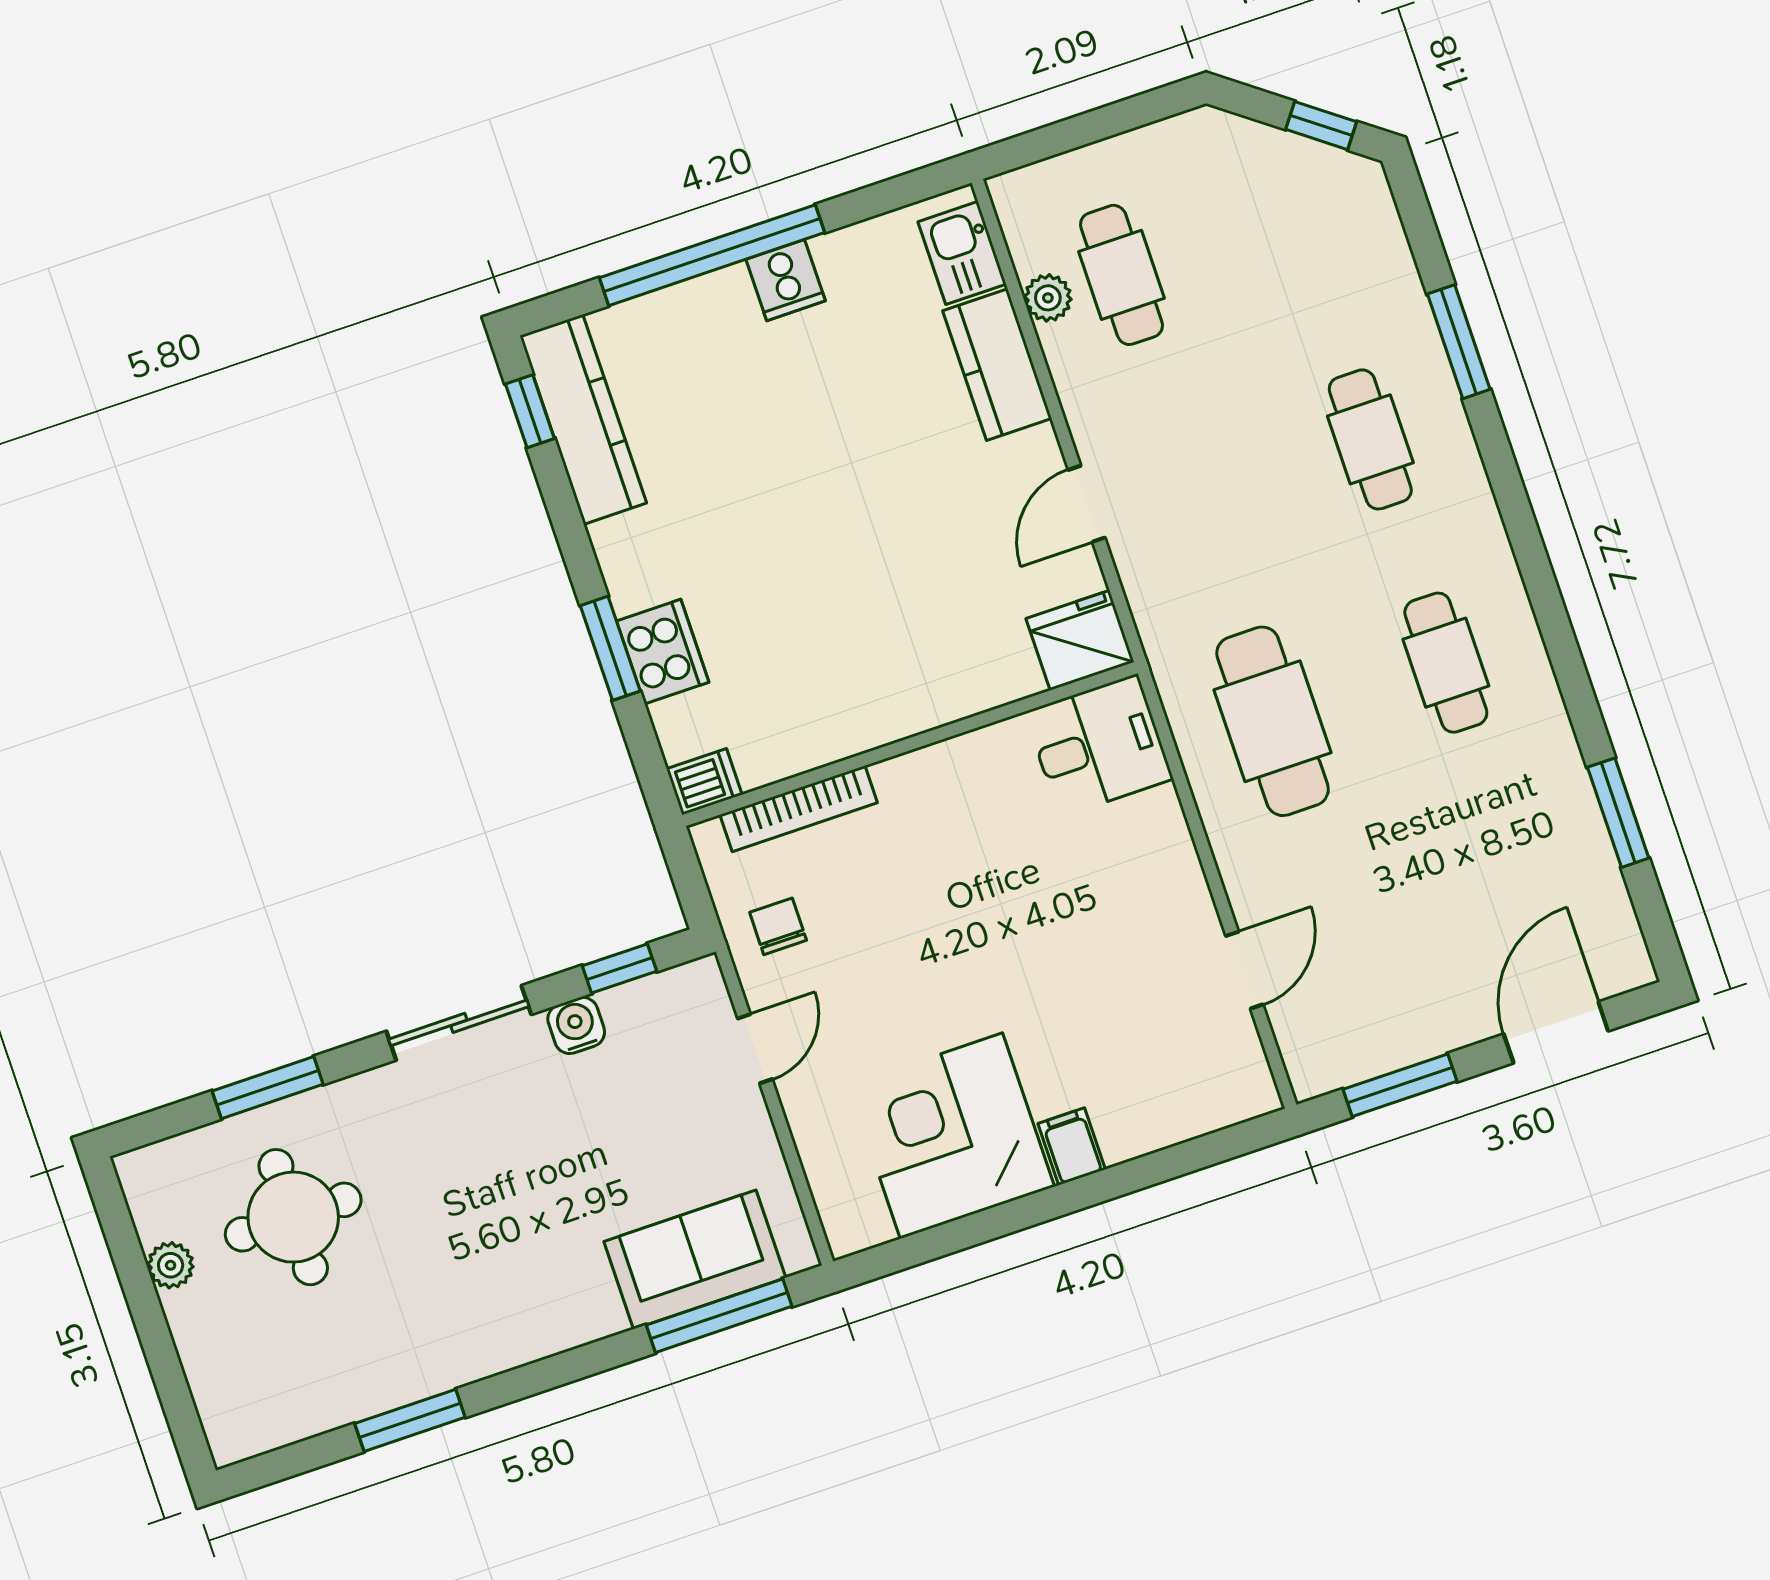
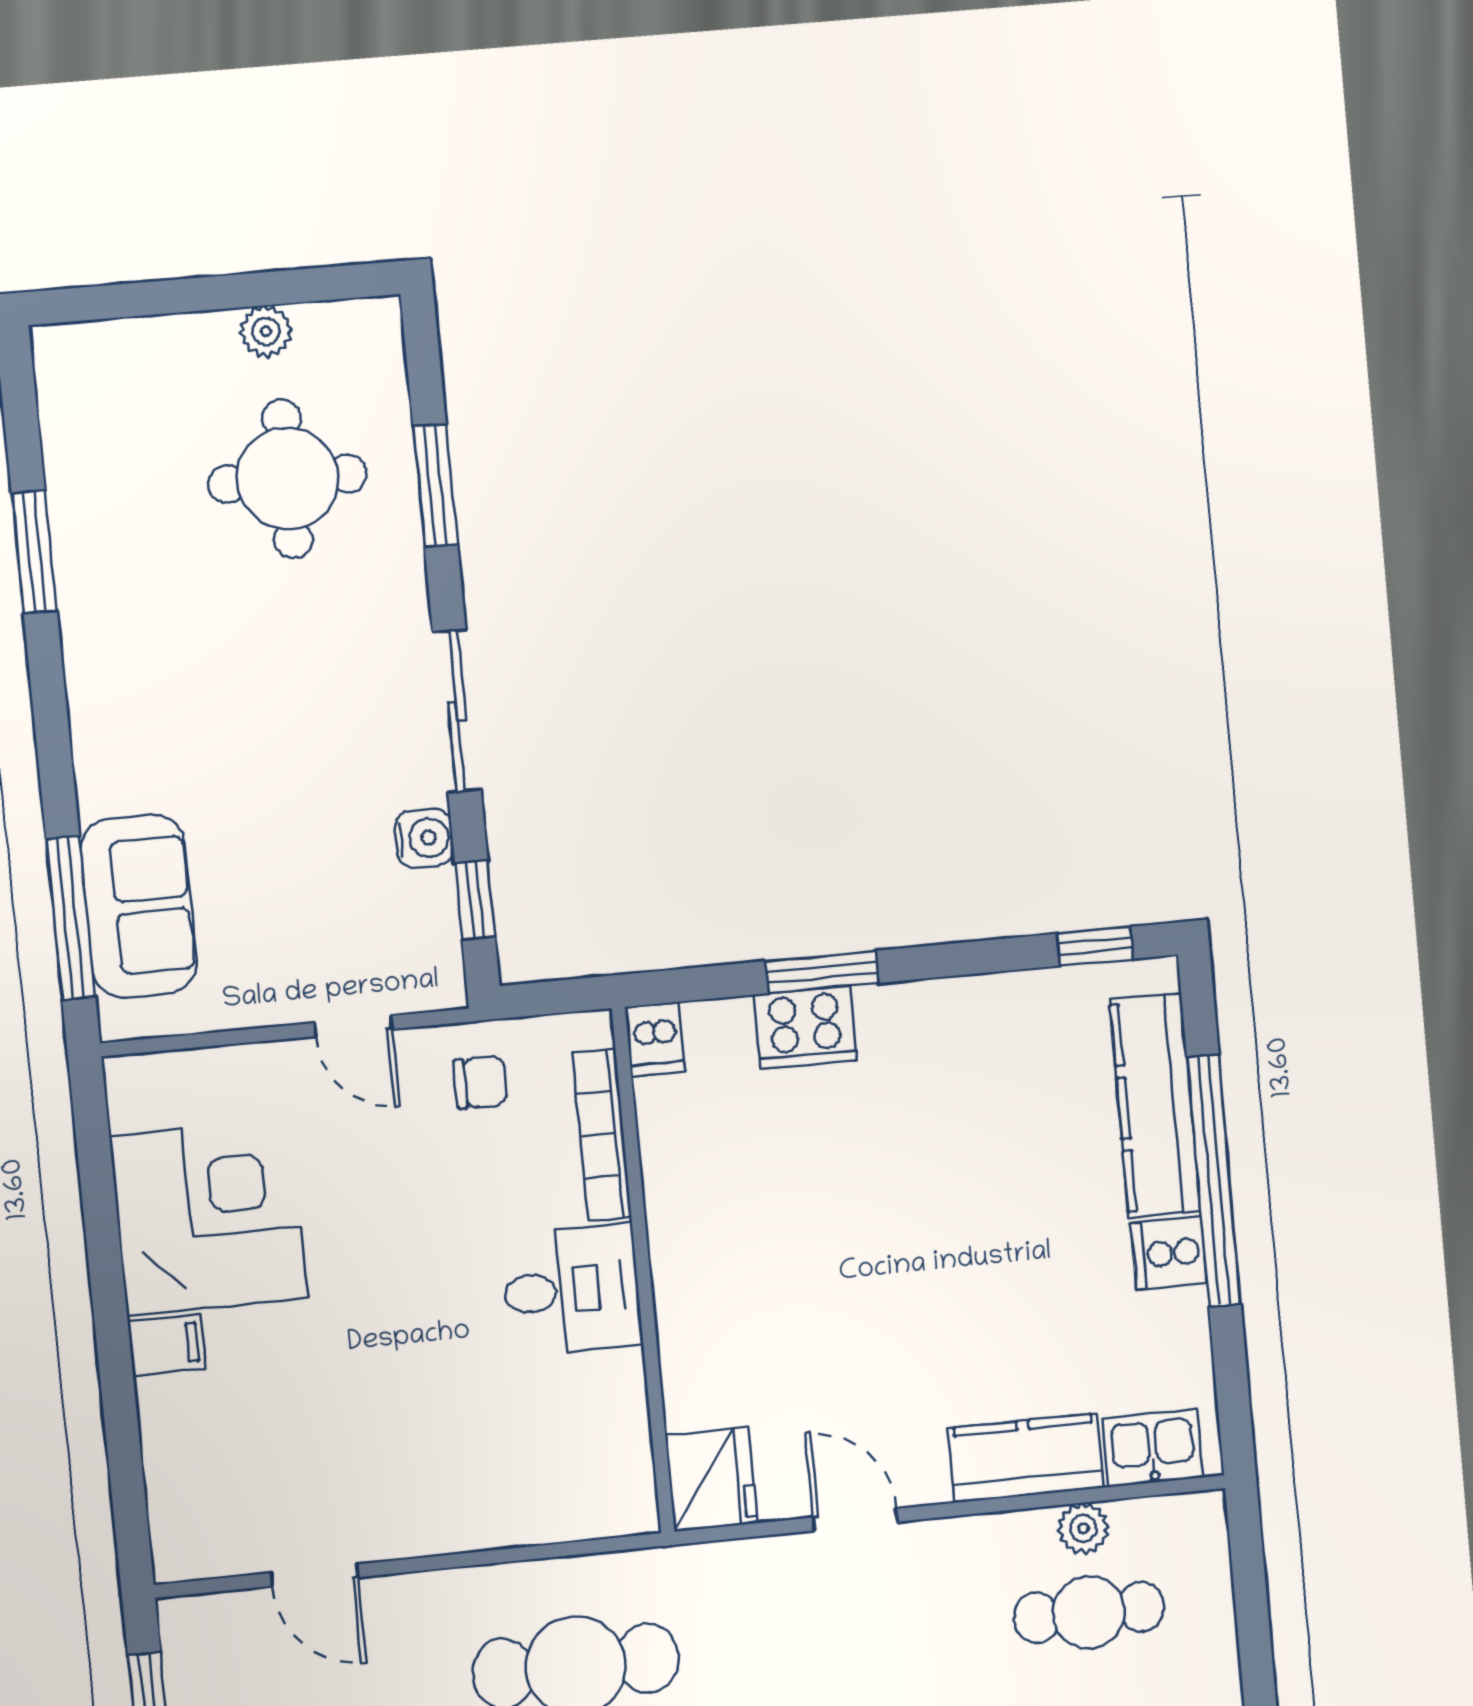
kitchen counter: (583, 419) -> (1155, 1105), moved, turned 90
desk: (1099, 746) -> (572, 1290), moved, turned -90

